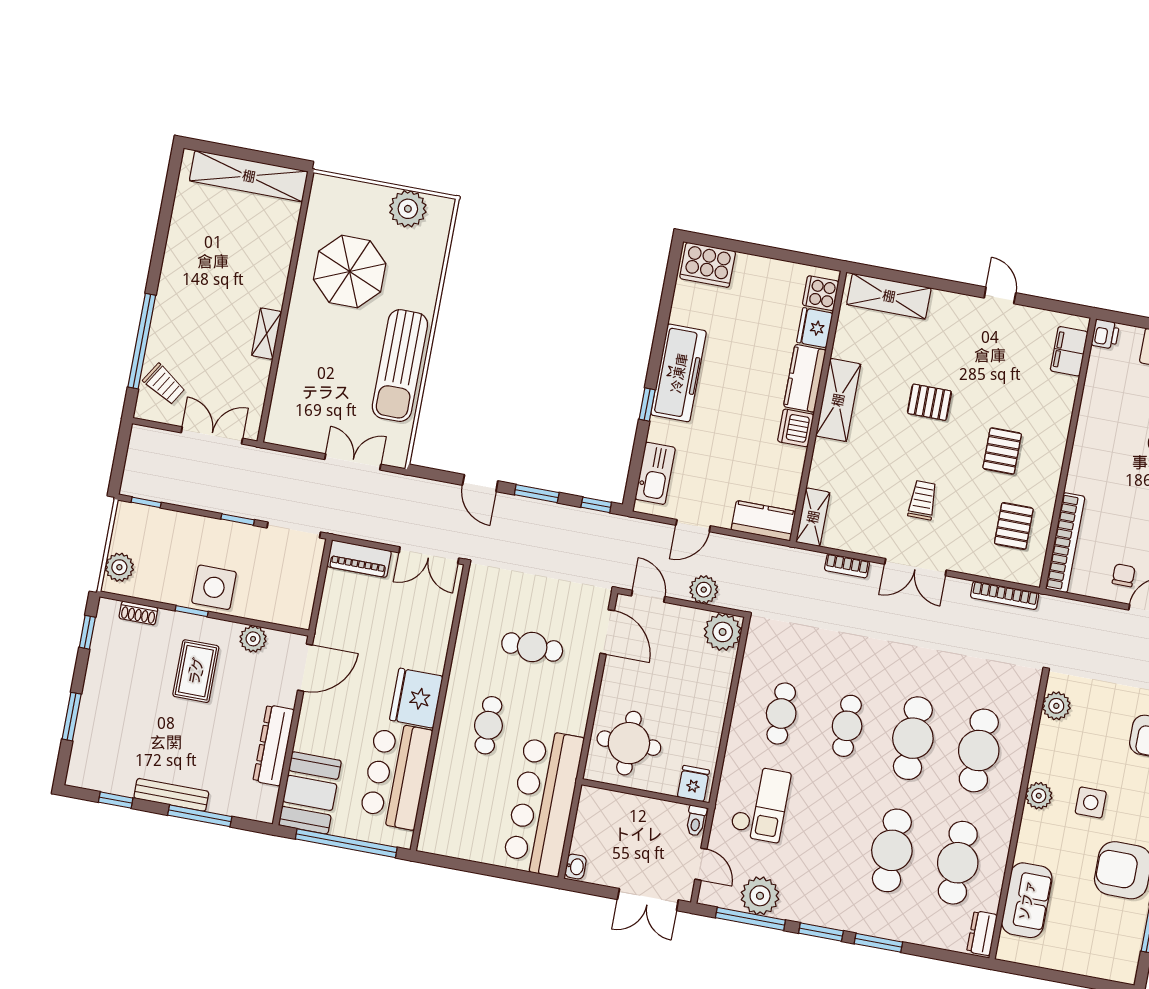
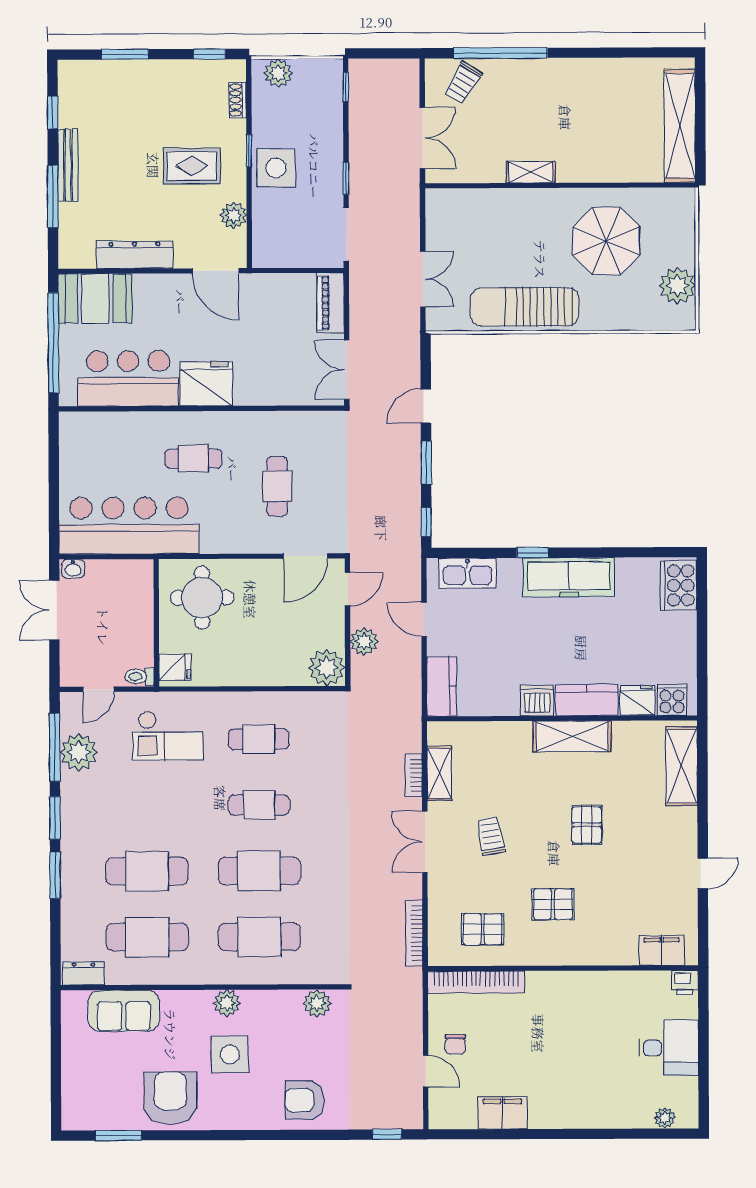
trolley: (923, 500) -> (491, 836), turned -100
shelving: (813, 517) -> (439, 773), moved, turned 90
chair: (1124, 575) -> (455, 1044), turned 90
side table: (1091, 803) -> (230, 1054), width x1.37, depth x1.37
double door: (648, 900) -> (54, 610), moved

